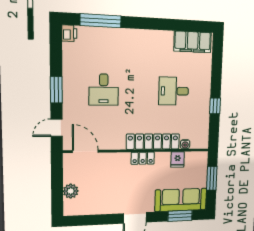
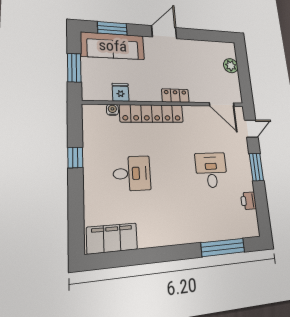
printer: (69, 33) -> (249, 201), moved
locker: (143, 158) -> (175, 96), moved

